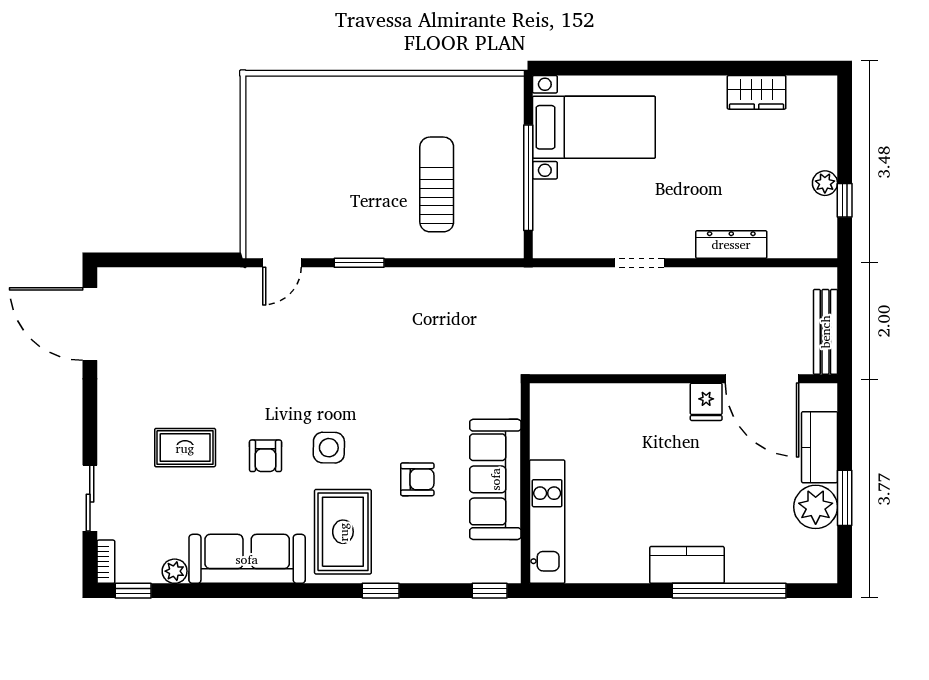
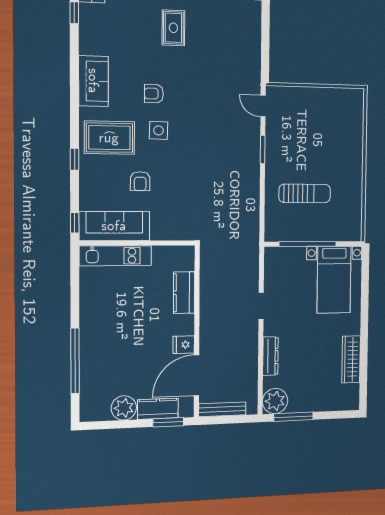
wardrobe: (757, 92) -> (351, 359), width x1.50
plant: (825, 183) -> (275, 401), moved, width x1.87, depth x1.87
window: (845, 200) -> (293, 417), width x2.17
rug: (185, 448) -> (173, 28), moved
sofa: (495, 479) -> (114, 226), moved
window: (845, 498) -> (168, 422), moved
sofa: (247, 559) -> (93, 81), width x0.73
kitchen counter: (687, 565) -> (184, 293), moved, turned 180
plant: (175, 571) -> (86, 38), removed

